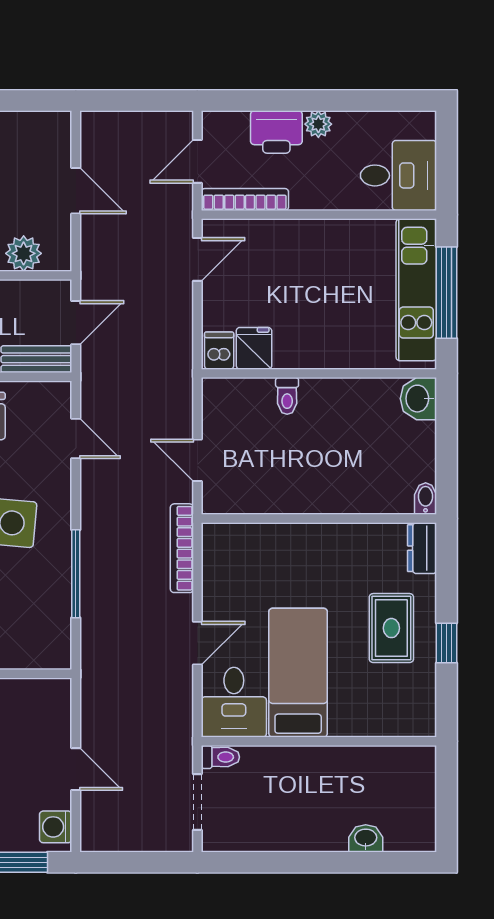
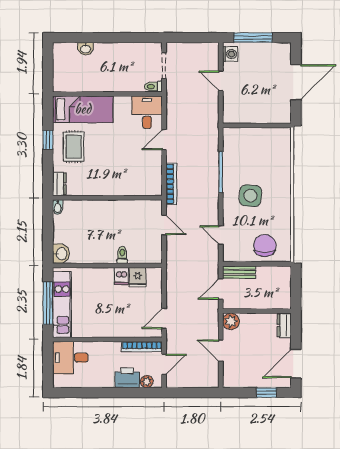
plant: (318, 124) -> (147, 382), moved
plant: (24, 253) -> (231, 321), moved
dishwasher: (219, 351) -> (121, 276), moved
bed: (298, 673) -> (83, 109), moved, turned -90

